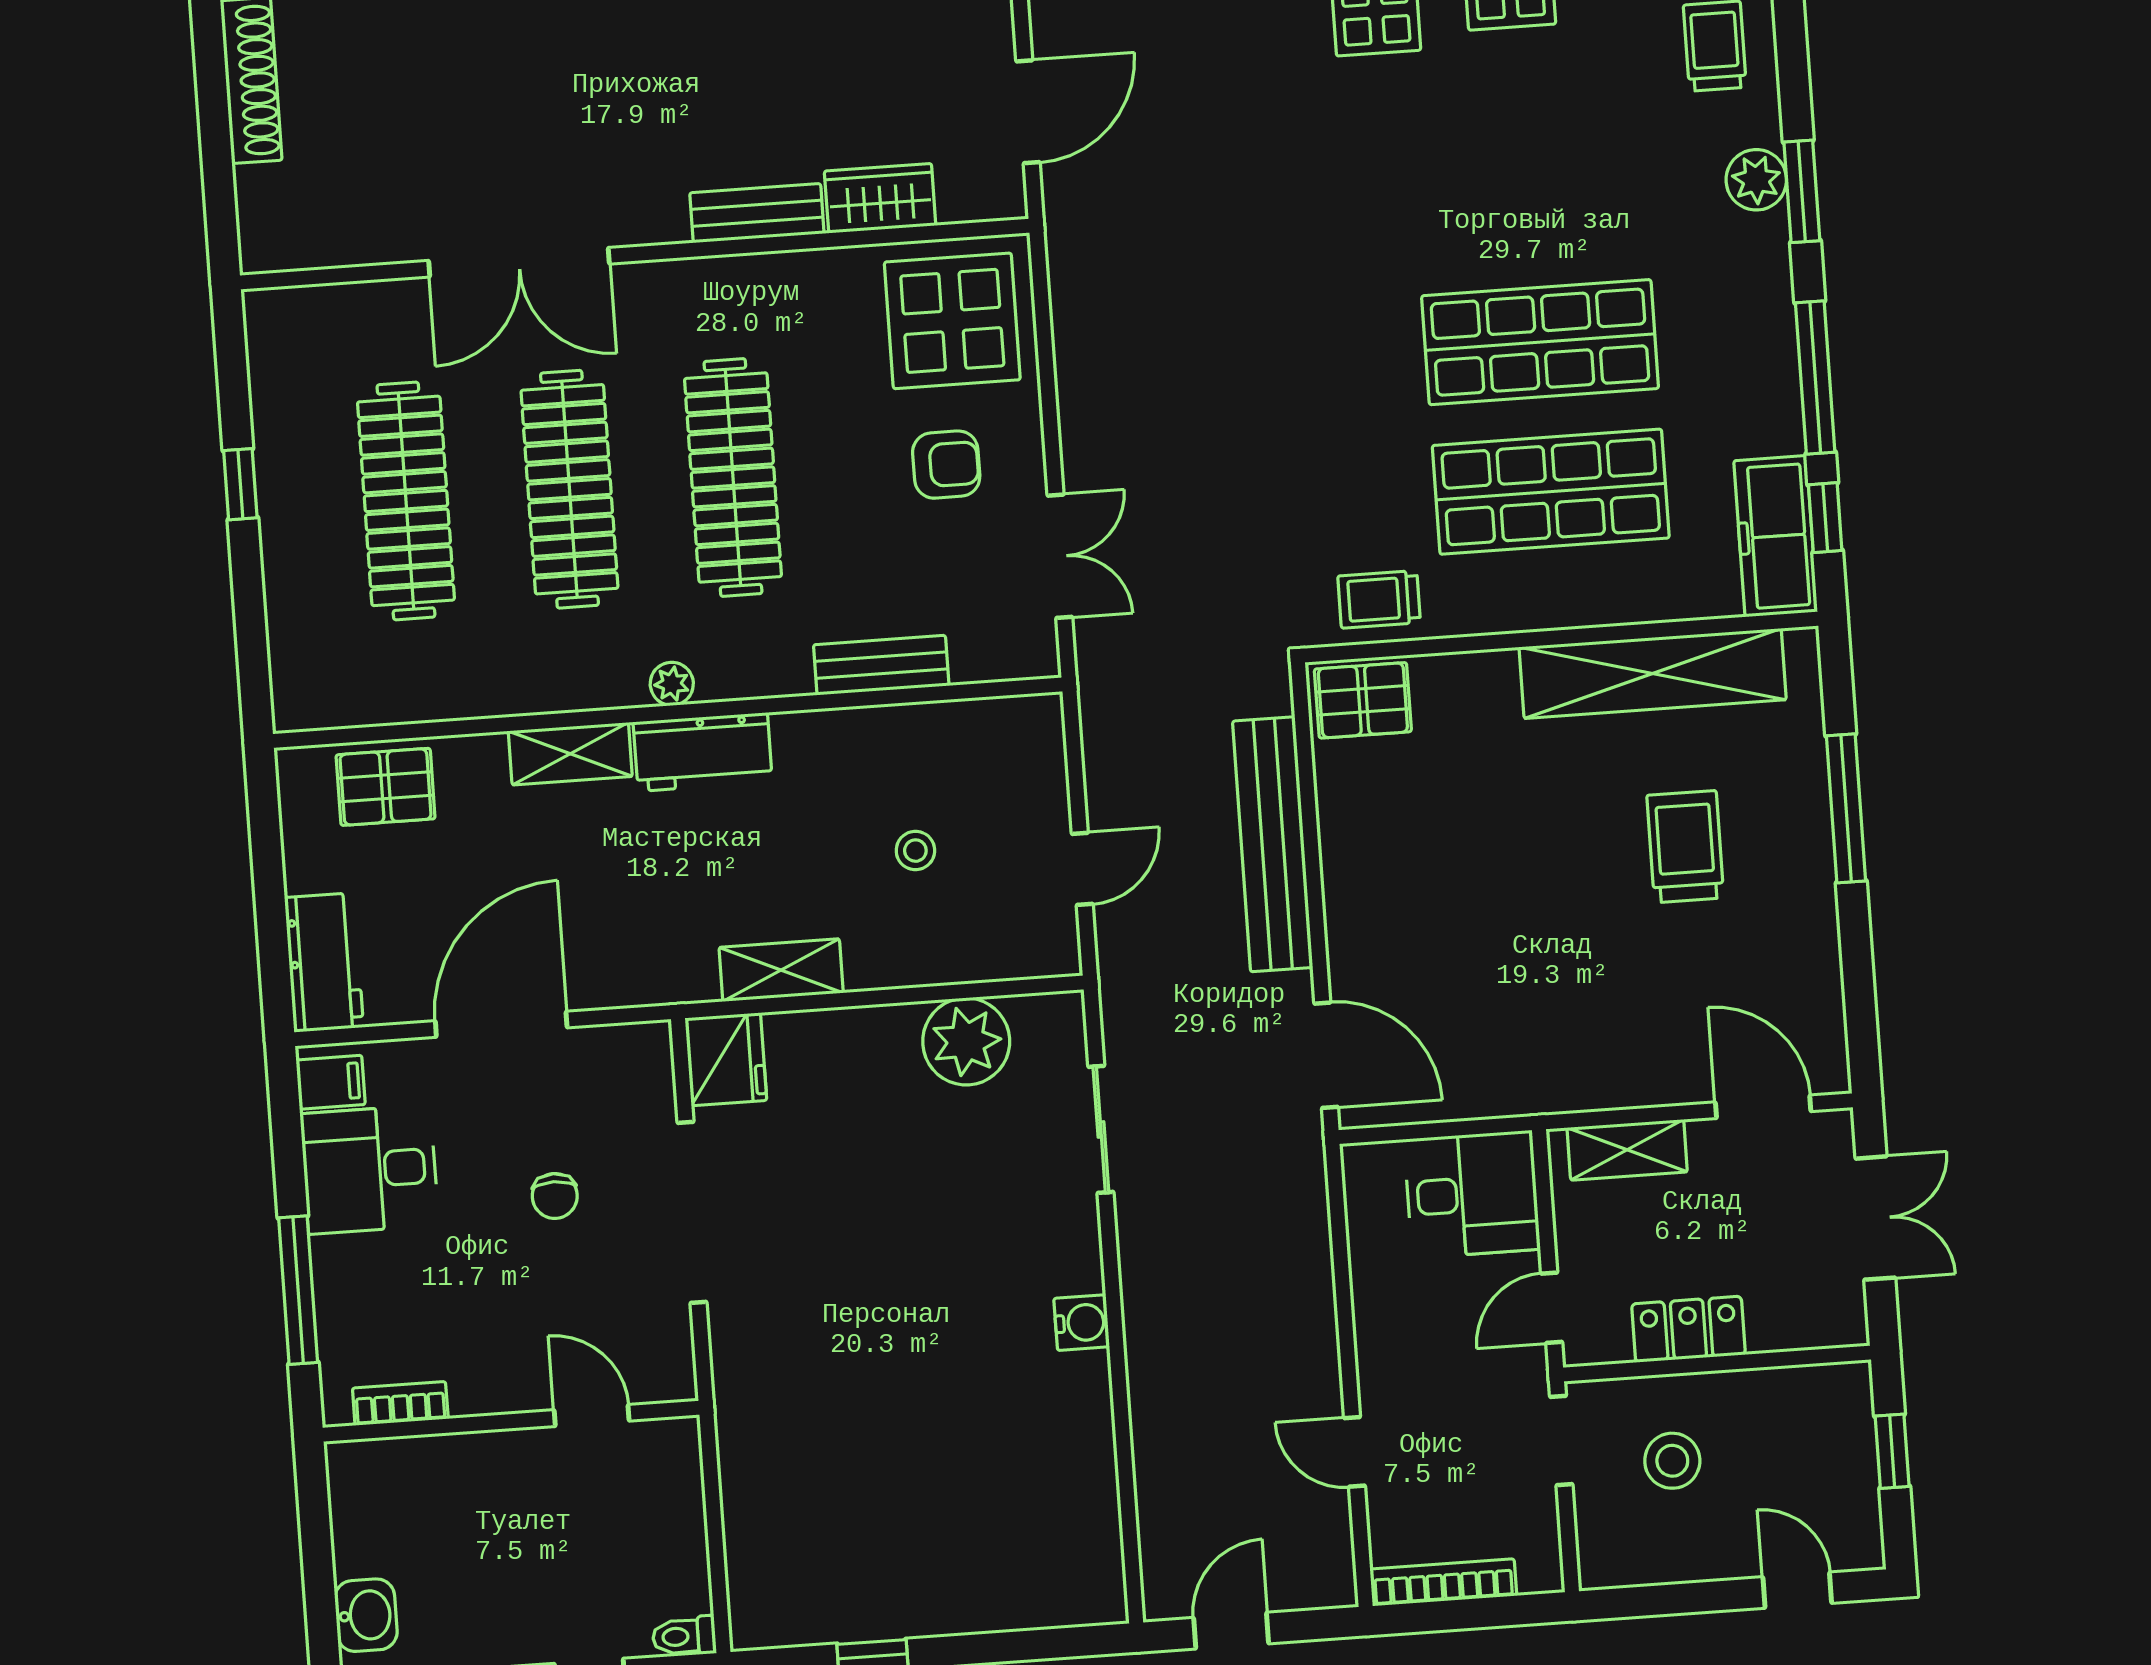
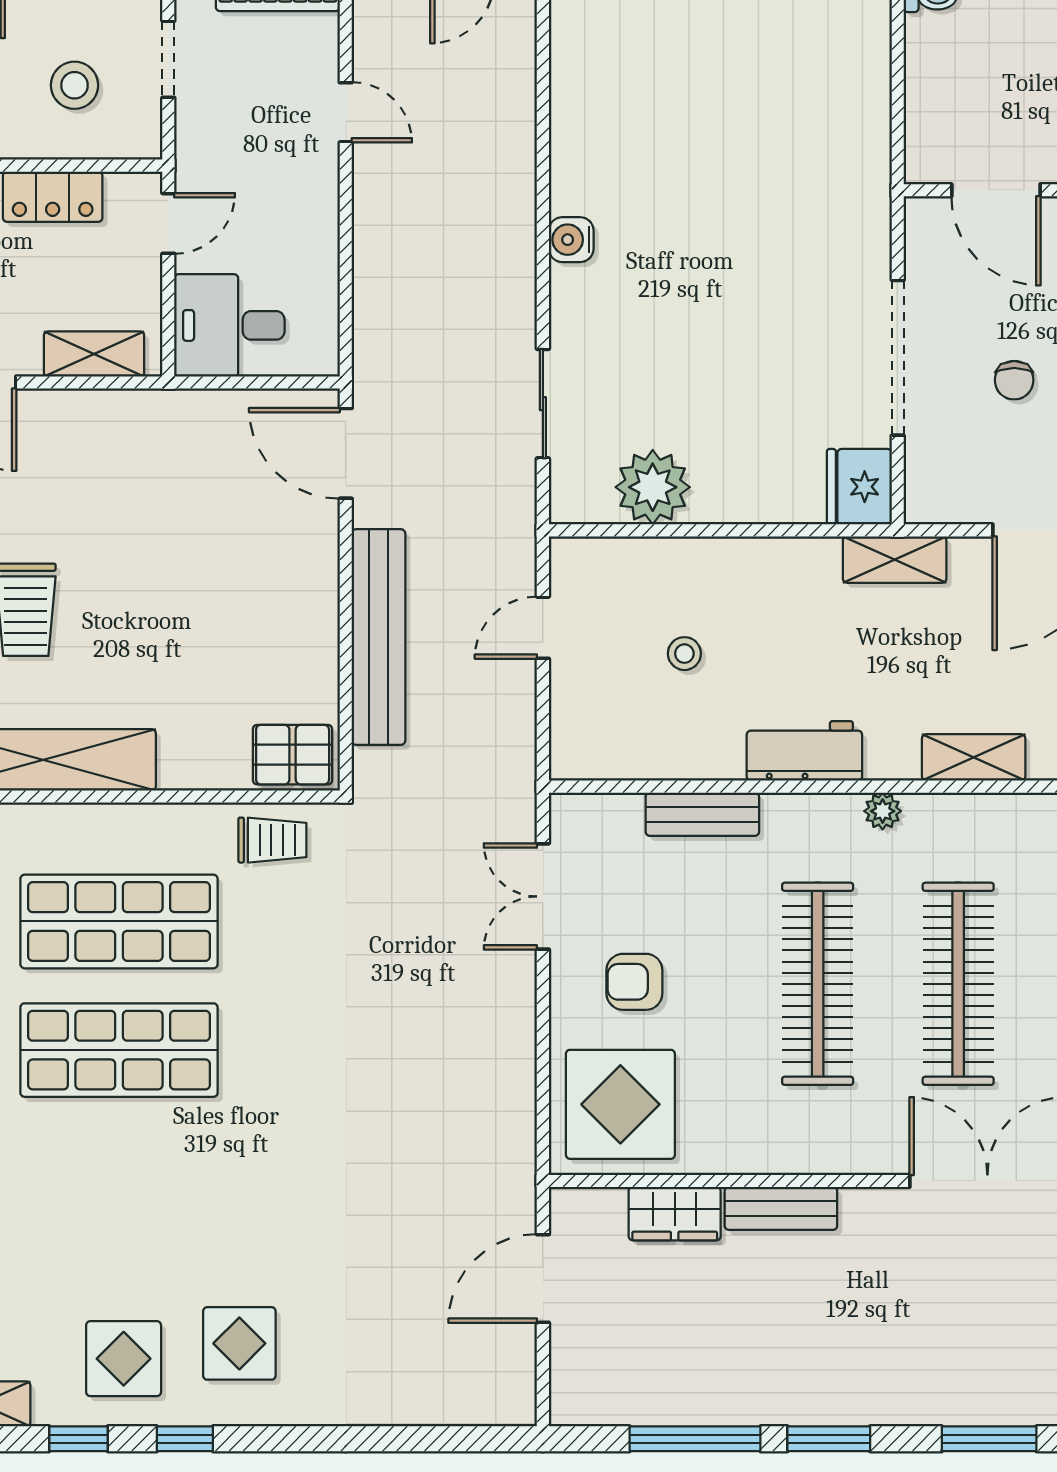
workbench: (703, 752) -> (804, 751), moved
shelving: (781, 970) -> (895, 560), moved
chair: (555, 1196) -> (1014, 380), turned 180
door: (592, 1415) -> (996, 190), width x1.38
doorway: (1561, 1441) -> (168, 59), moved

